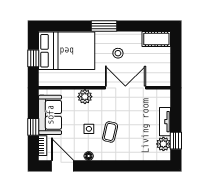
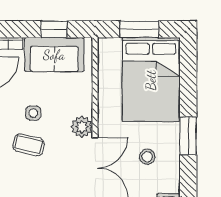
window: (33, 58) -> (139, 29), width x1.50
plant: (85, 97) -> (82, 127), moved
window: (33, 127) -> (54, 29), moved

